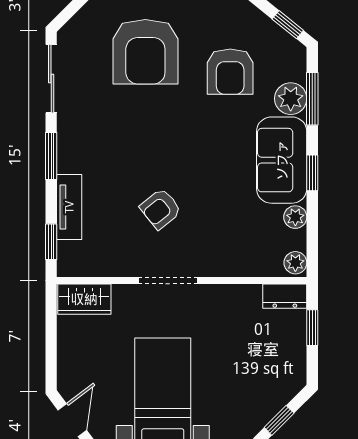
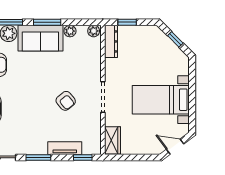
window: (312, 173) -> (47, 22), width x1.50
dresser: (285, 296) -> (111, 41), width x1.44

